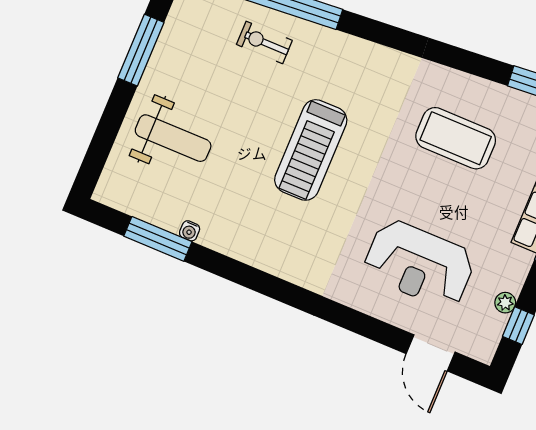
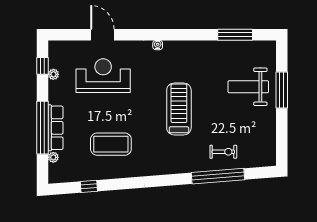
window: (141, 50) -> (282, 90), moved
water cooler: (190, 231) -> (158, 45), moved
door: (431, 353) -> (102, 35), moved

